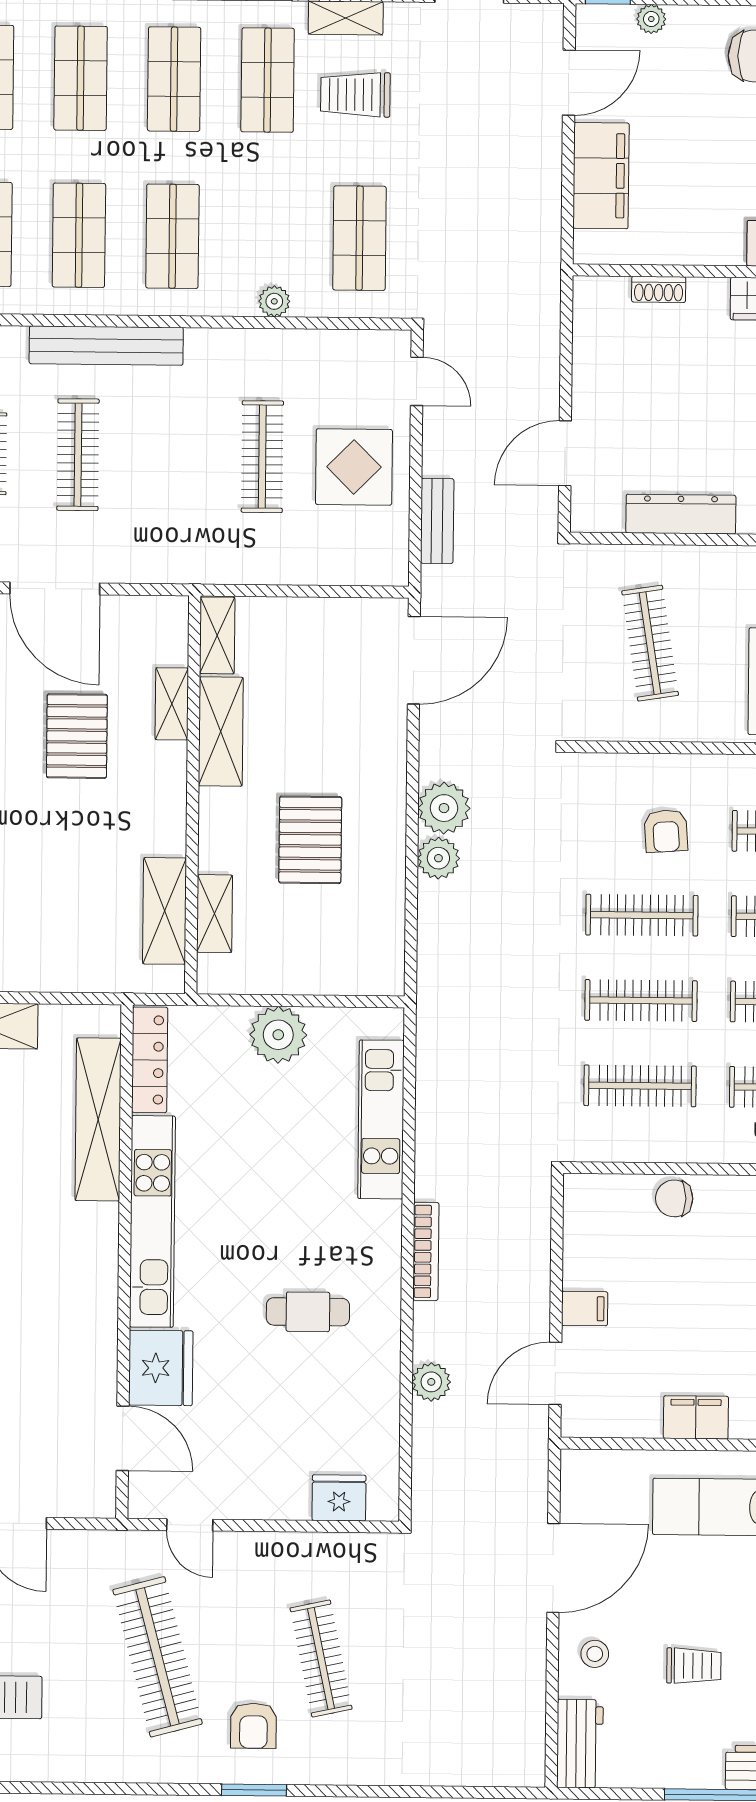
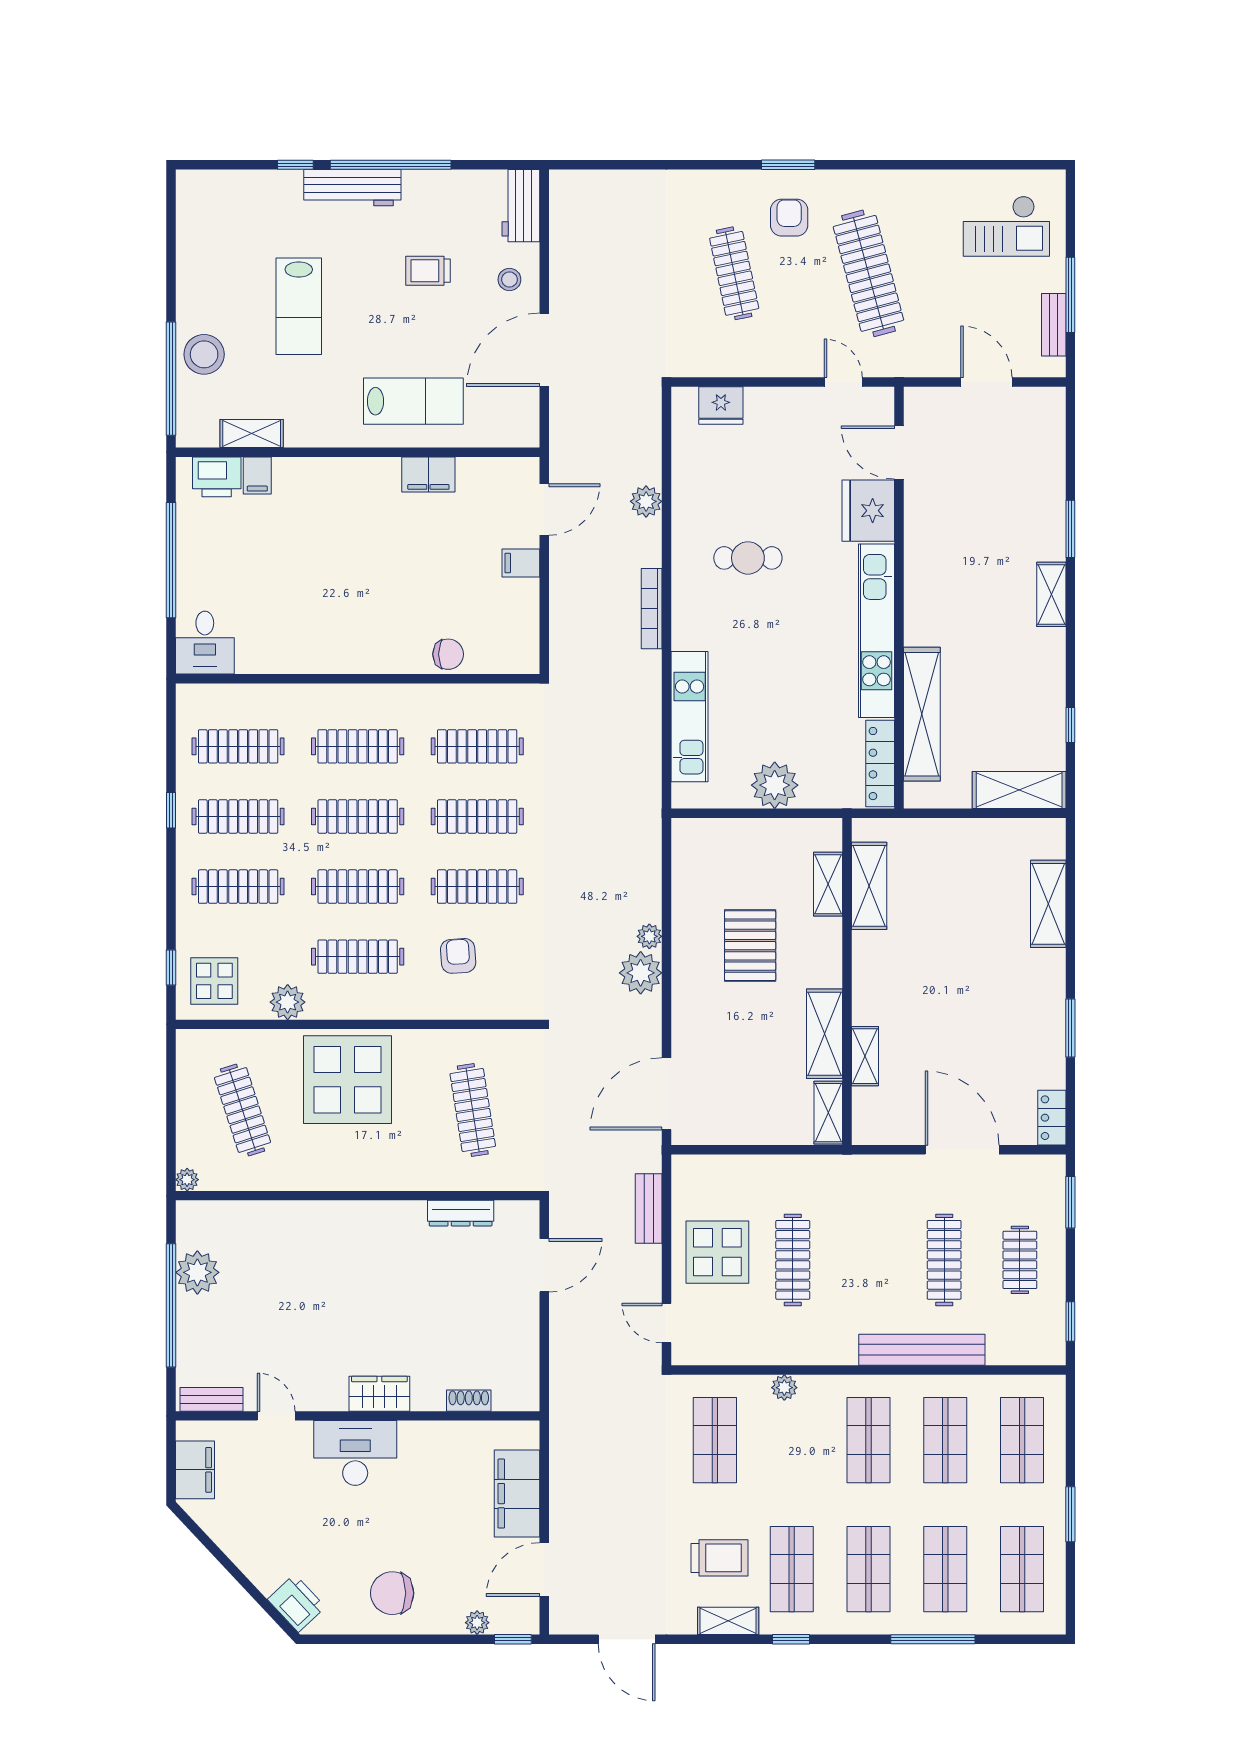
dresser: (681, 514) -> (461, 1213), width x0.73, depth x0.80
pallet: (77, 736) -> (943, 1029), removed
plant: (438, 858) -> (649, 936), width x0.73, depth x0.73

